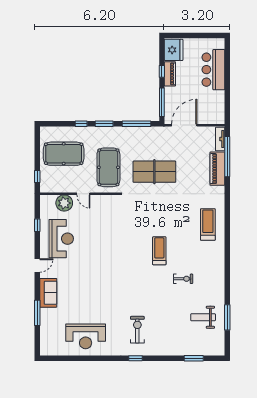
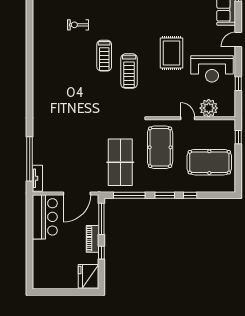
bar counter: (213, 70) -> (45, 217), moved
piano: (170, 74) -> (92, 239), moved
piano: (217, 169) -> (40, 146), removed
table tennis table: (154, 172) -> (120, 162), moved, turned 90
treadmill: (208, 224) -> (129, 71), moved
reception desk: (61, 239) -> (212, 69), turned -90
rug: (98, 253) -> (172, 53), added

